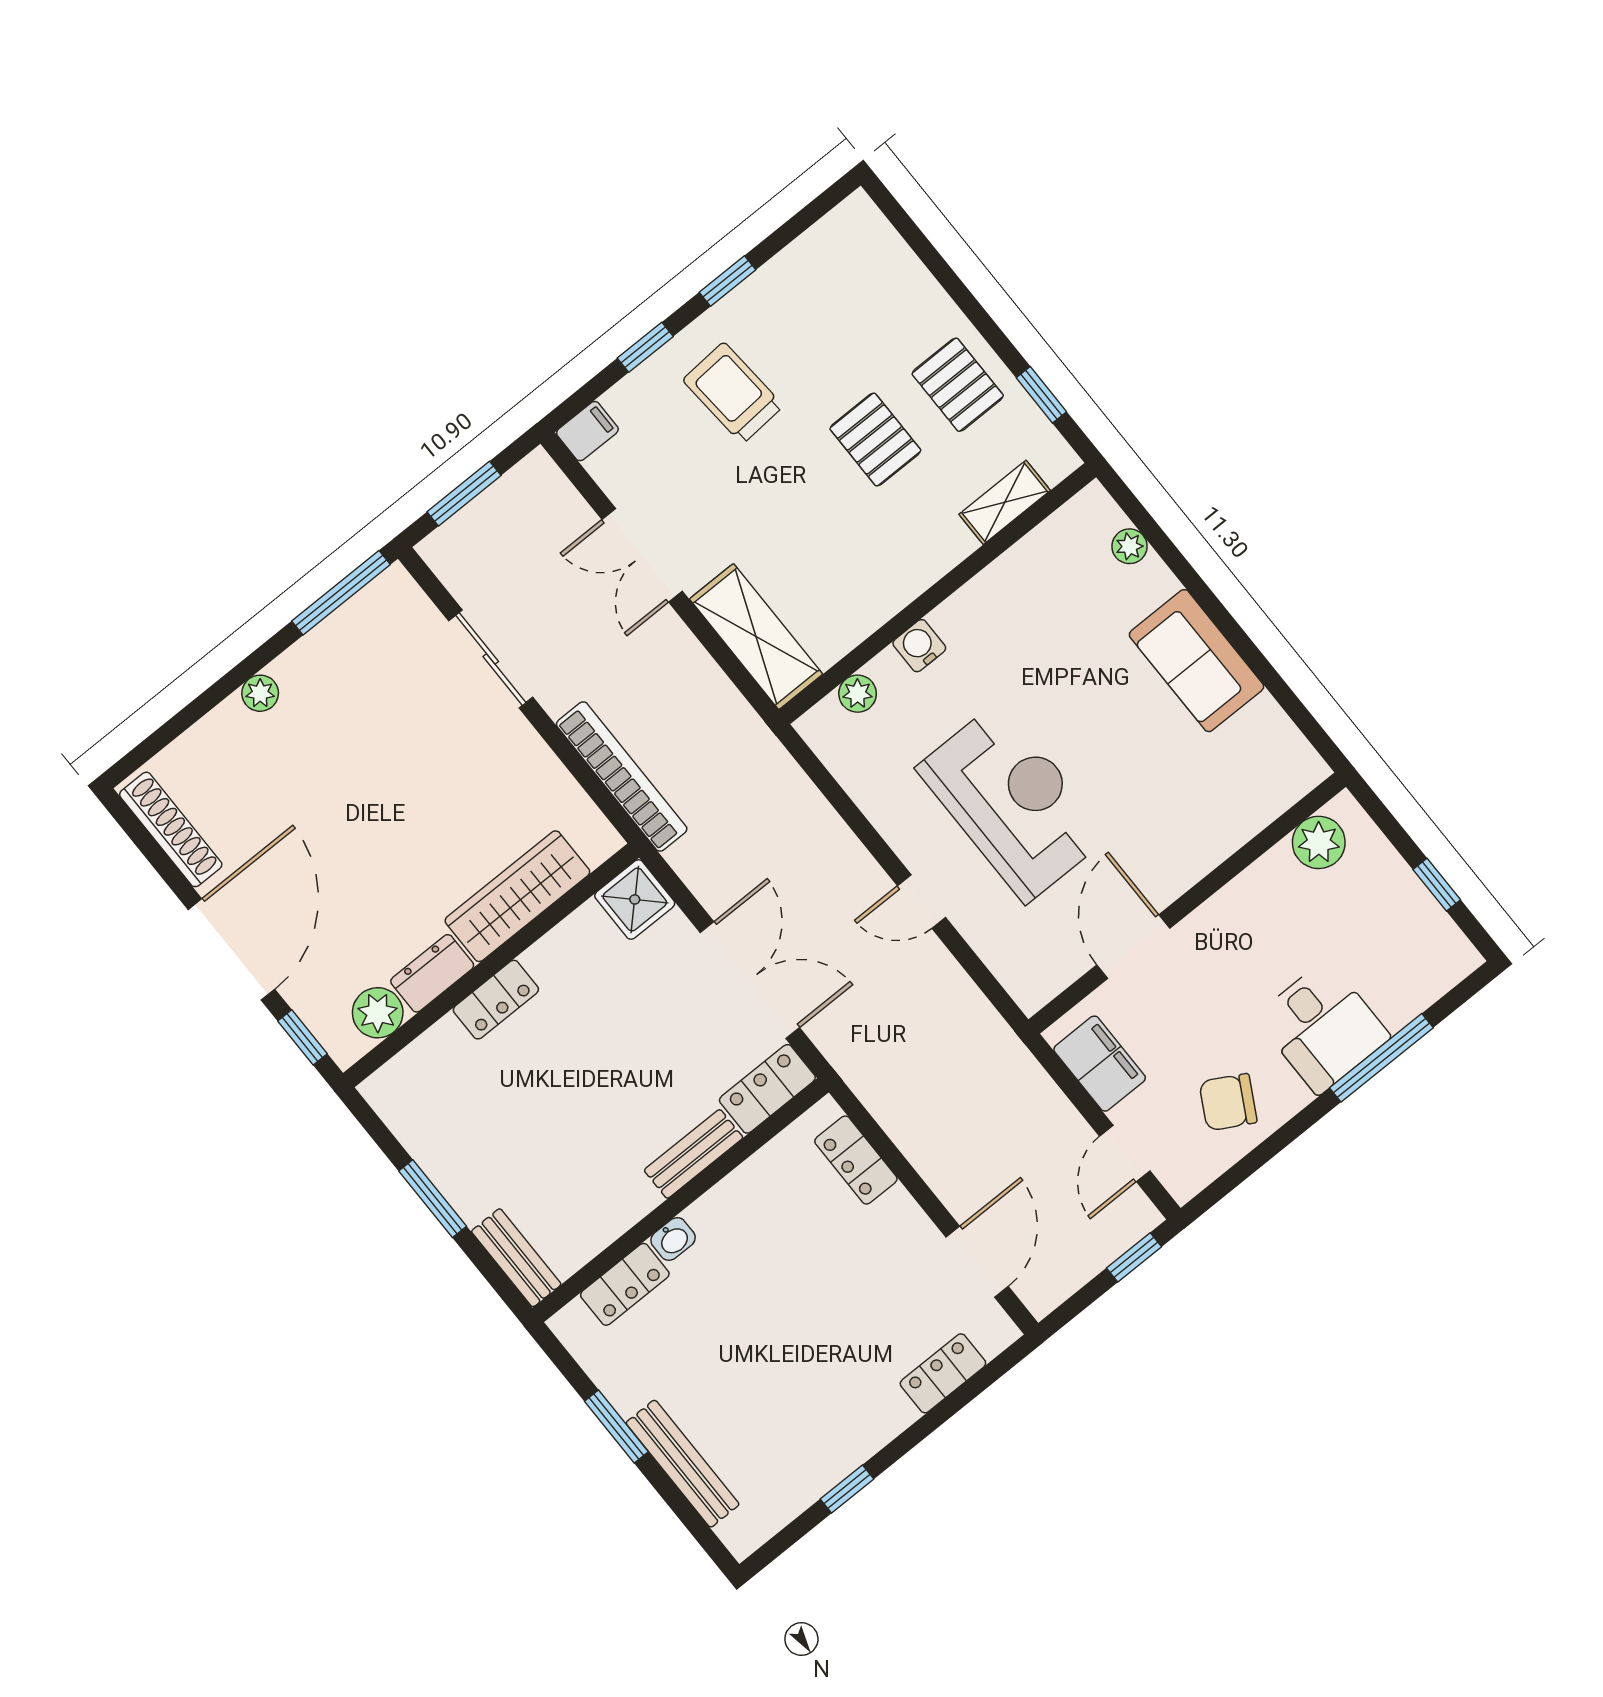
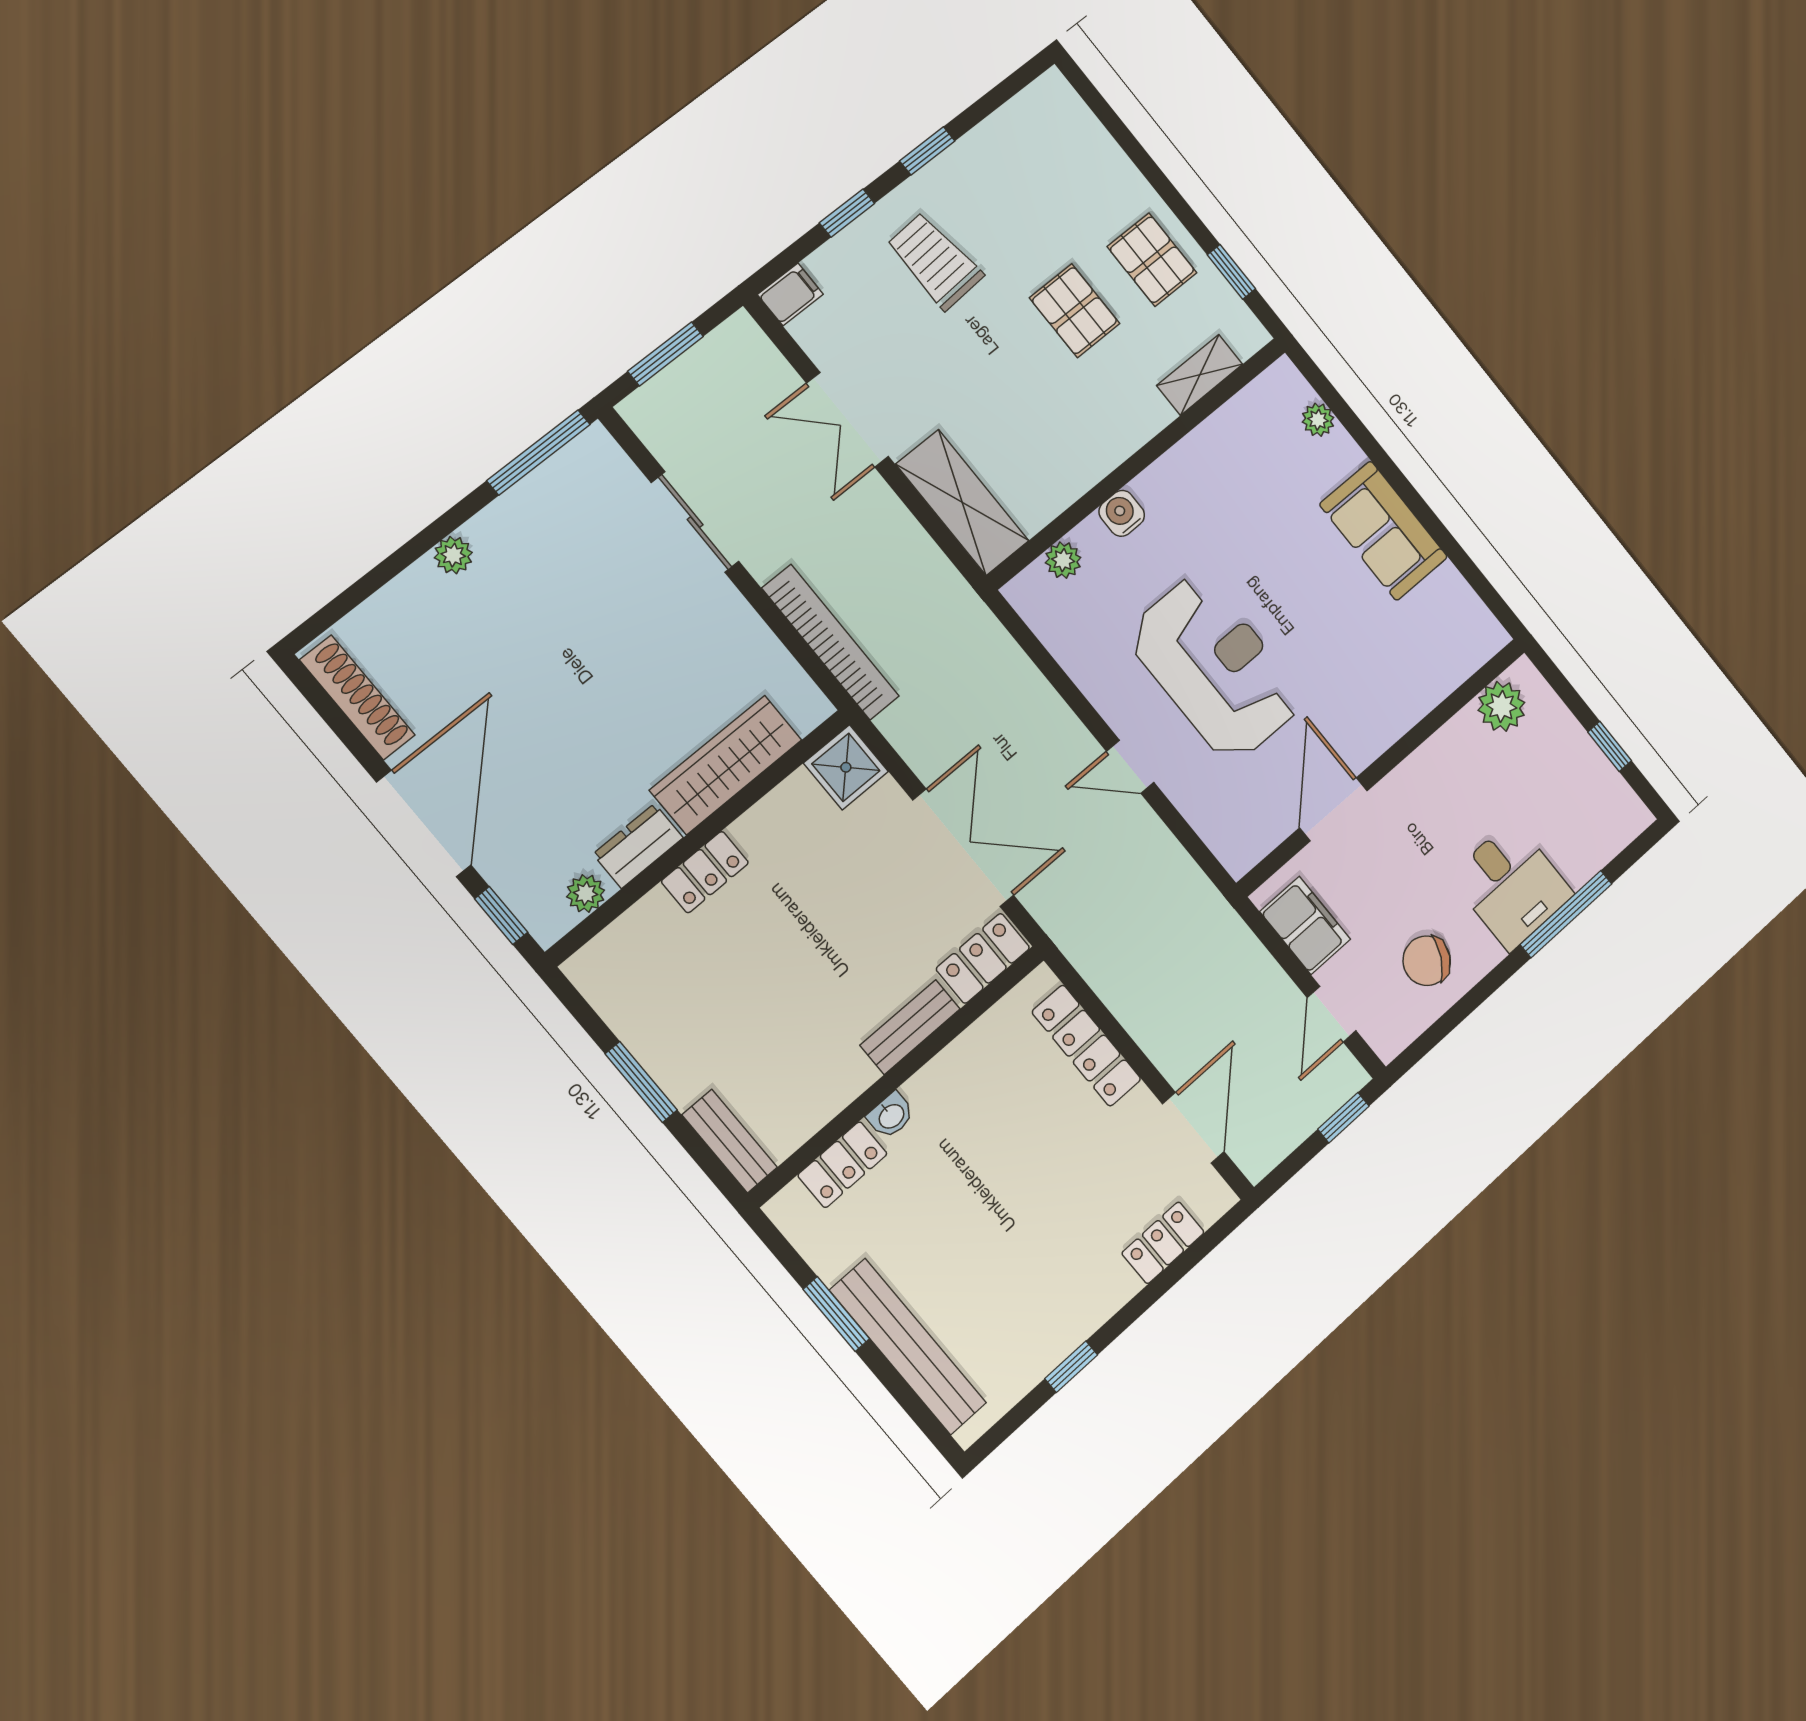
plant: (378, 1013) -> (586, 893), width x0.73, depth x0.73
locker: (856, 1160) -> (1086, 1046), width x1.53
bench: (683, 1464) -> (908, 1347), width x1.37, depth x1.21

